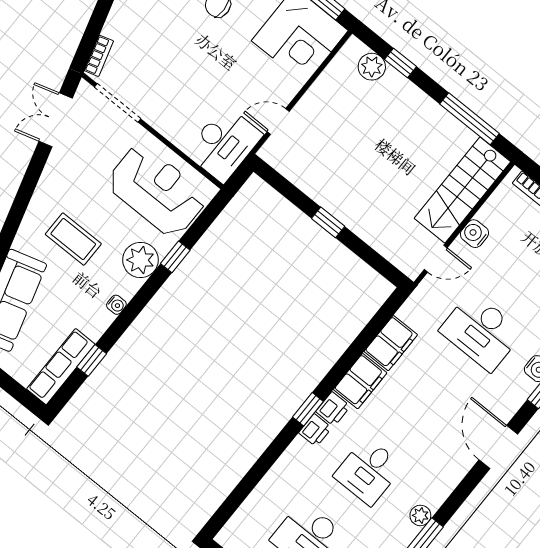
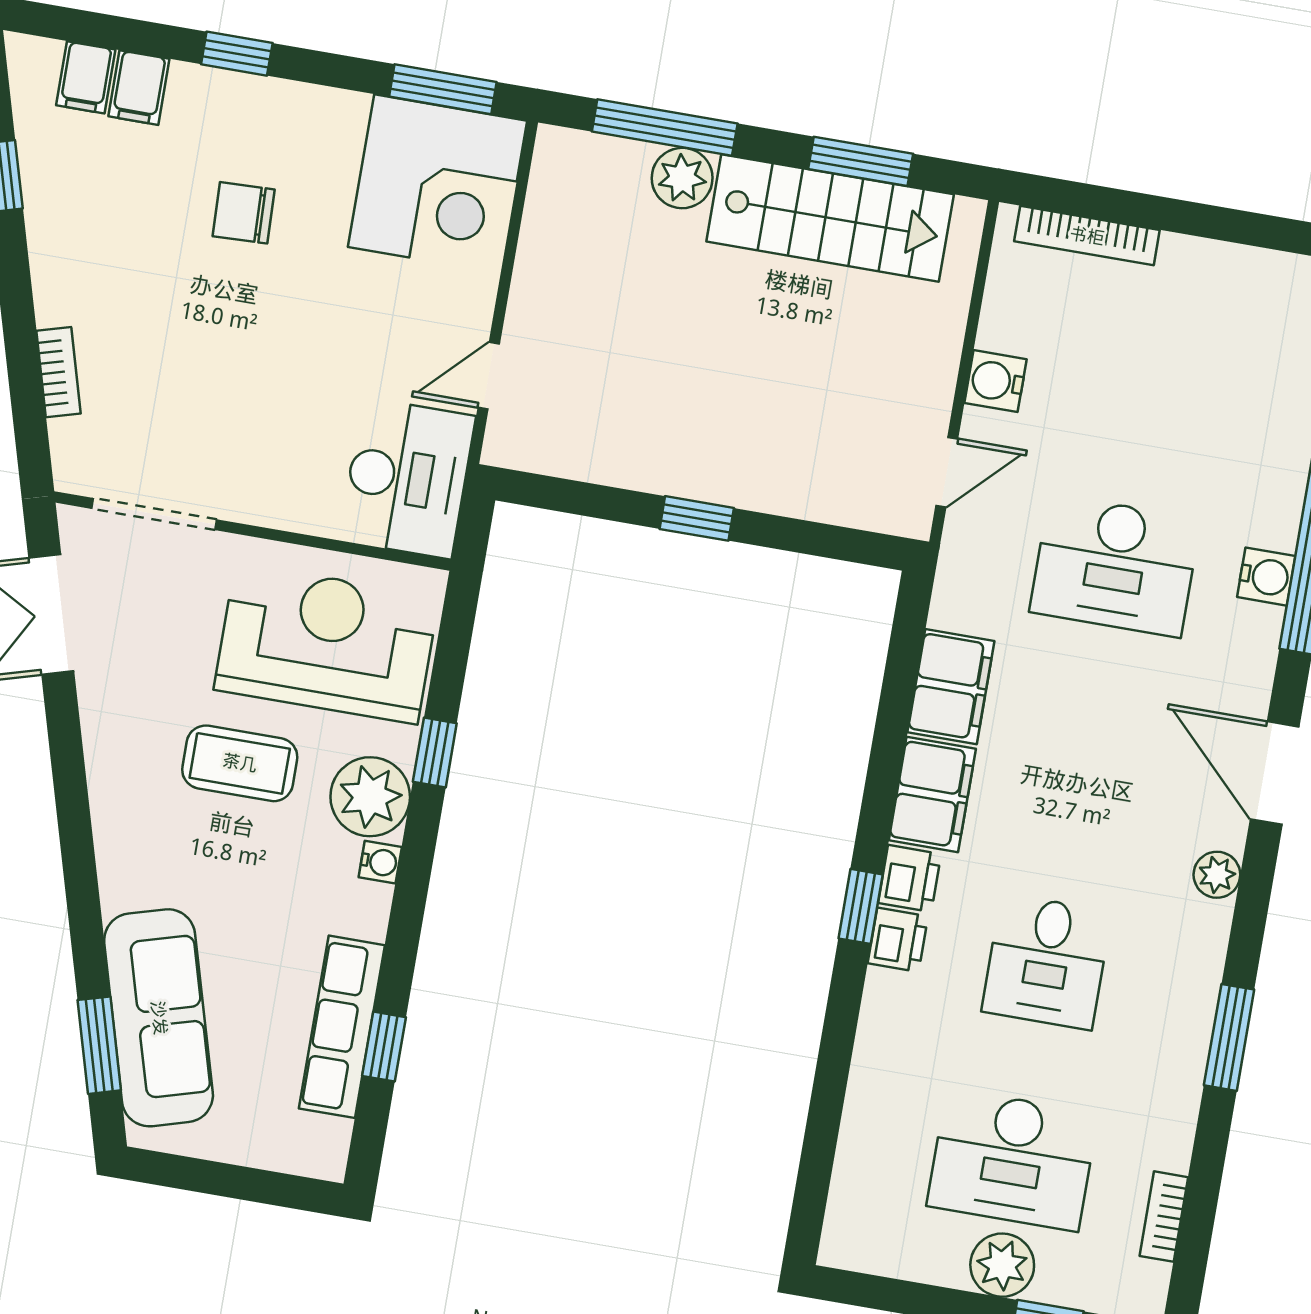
bookcase: (99, 56) -> (59, 372), moved
window: (401, 63) -> (665, 128), width x2.17
plant: (372, 67) -> (682, 178), moved
window: (470, 119) -> (861, 161), width x0.69
stairs: (462, 190) -> (830, 218), moved, turned -90
coffee table: (73, 239) -> (240, 763), moved
water cooler: (116, 305) -> (380, 862), moved
row of seats: (61, 367) -> (342, 1027), moved
plant: (420, 515) -> (1217, 875), moved

